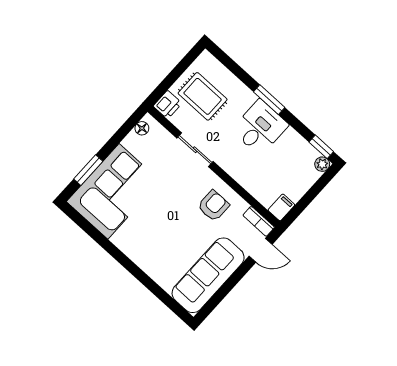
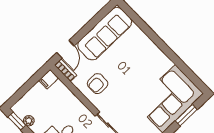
plant: (322, 164) -> (29, 121), moved
door: (261, 250) -> (66, 49), swing flipped

